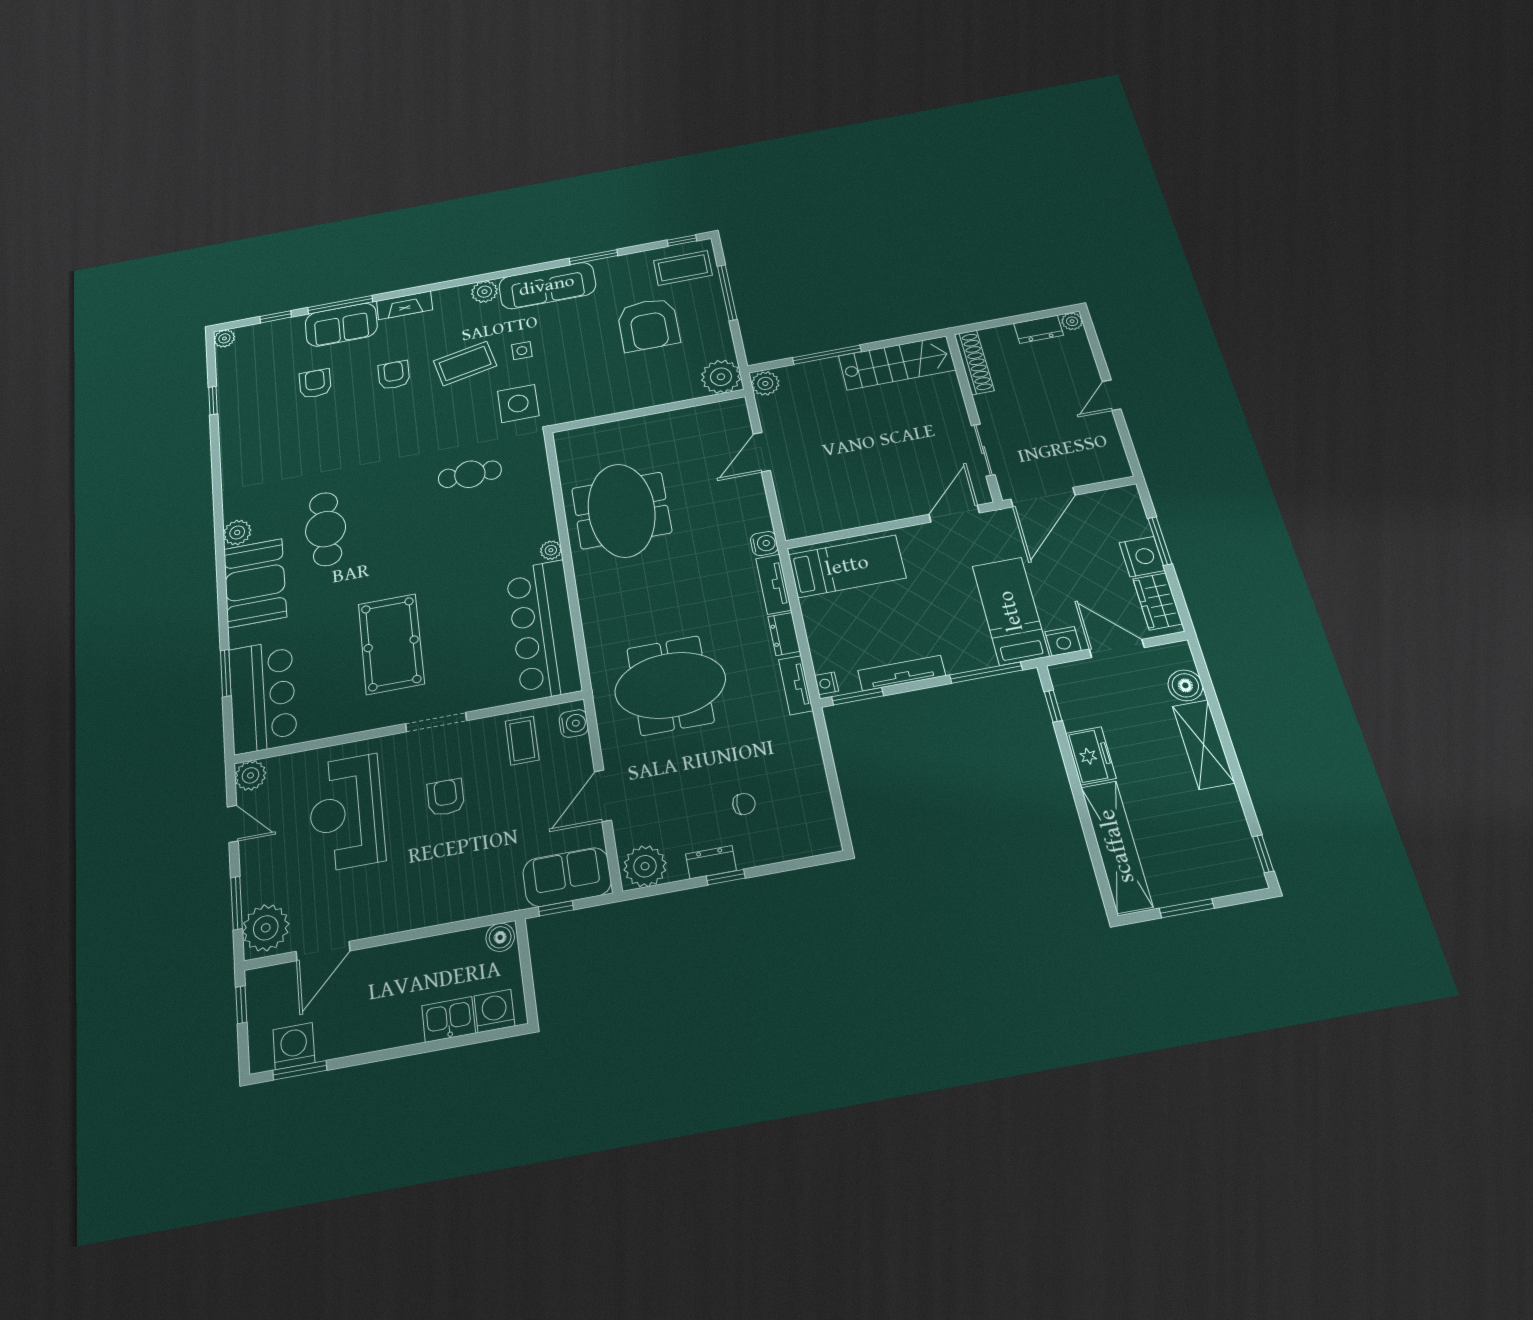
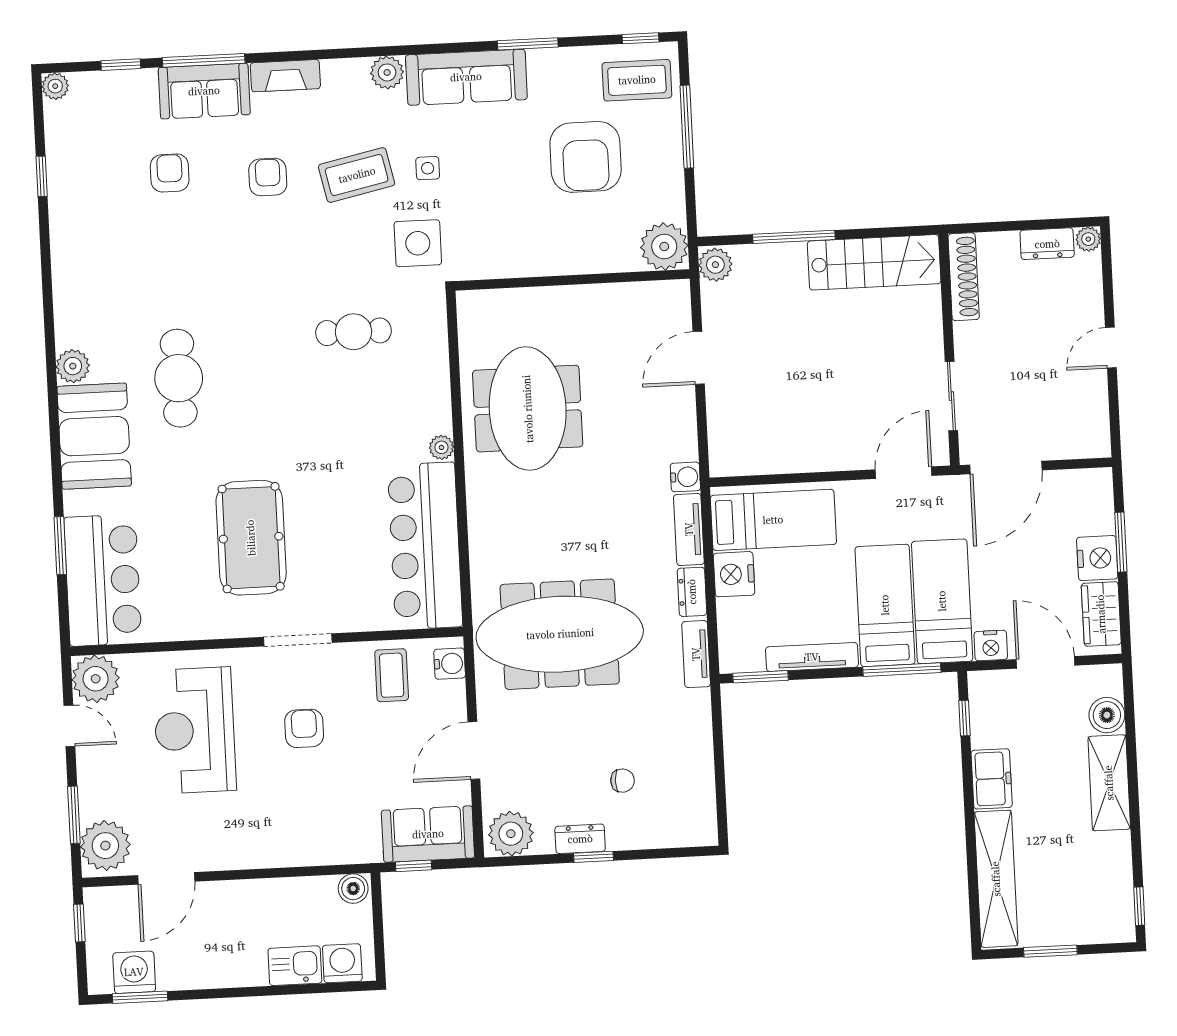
bed: (960, 621) -> (885, 605), added
nightstand: (826, 683) -> (734, 574), moved, width x1.89, depth x1.79
meeting table: (670, 685) -> (560, 634), width x1.36
plant: (250, 775) -> (96, 679), width x1.36, depth x1.36

